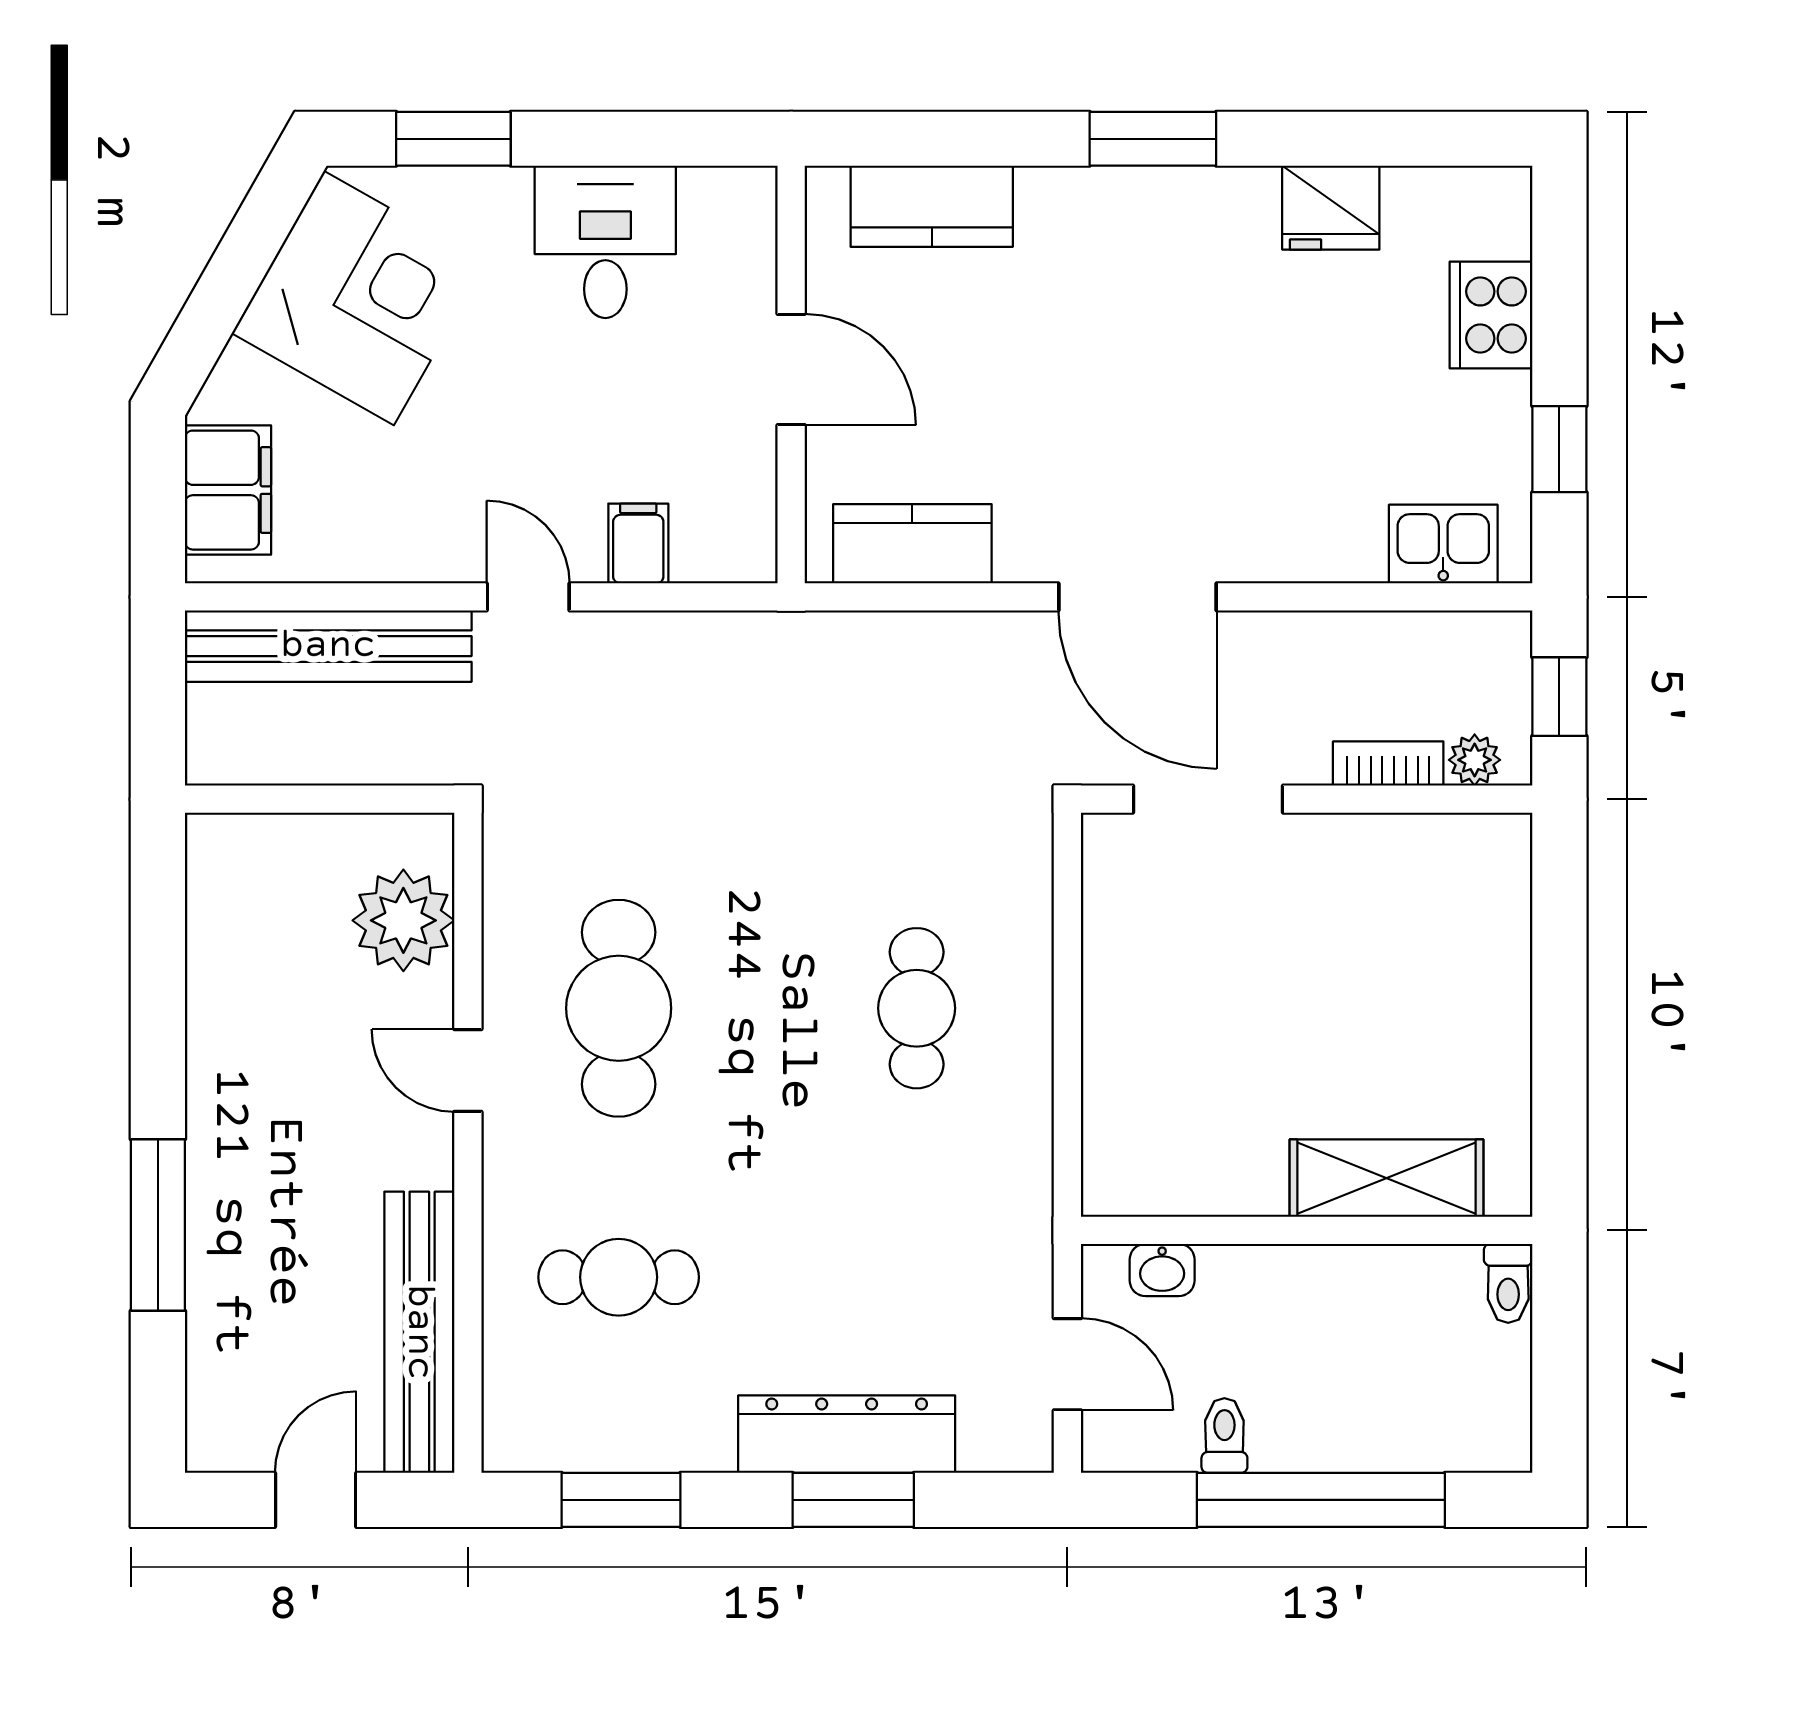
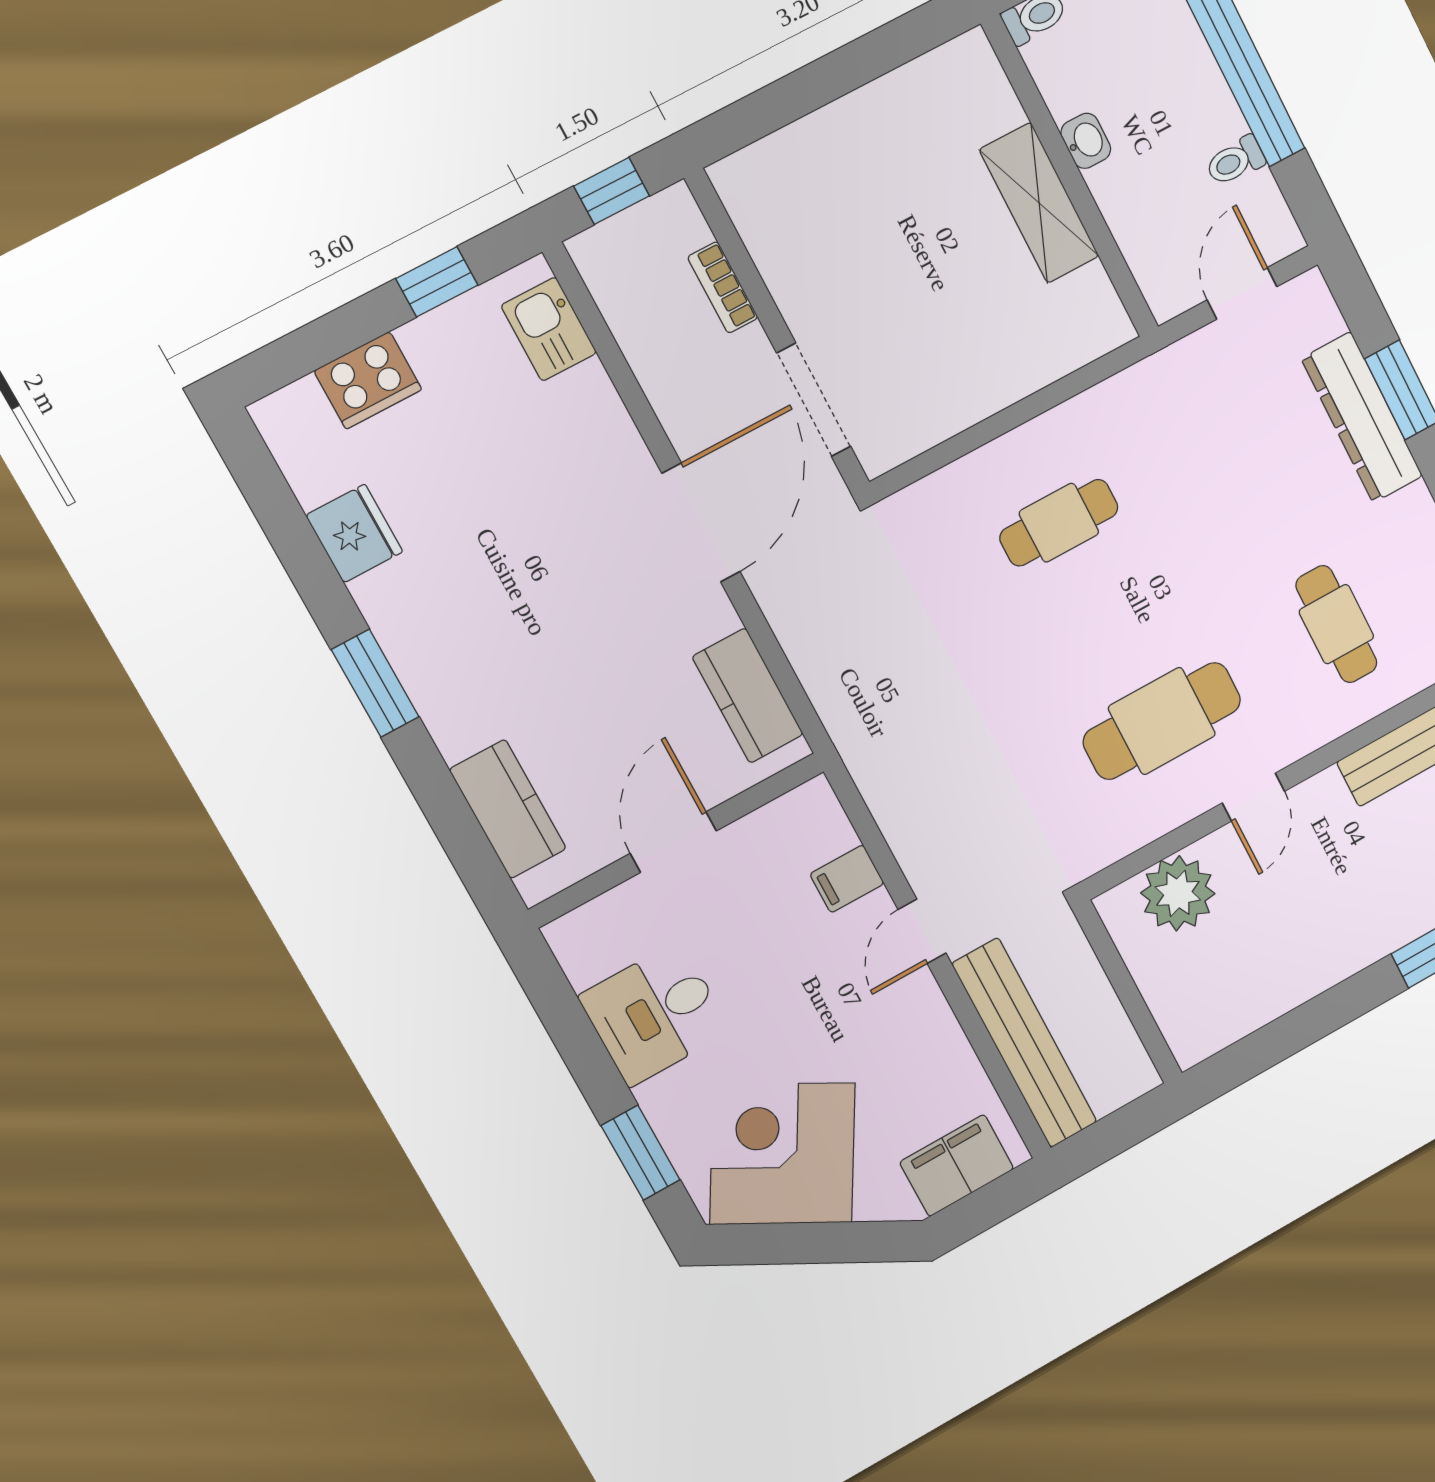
plant: (1475, 760) -> (688, 228), removed
shelving: (1387, 1178) -> (1039, 203), moved
washbasin: (1162, 1270) -> (1086, 141), moved

